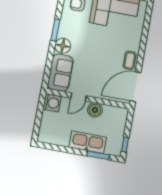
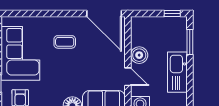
coffee table: (130, 60) -> (65, 42), moved
kitchen sink: (88, 142) -> (177, 72), moved

